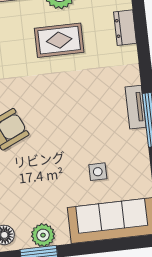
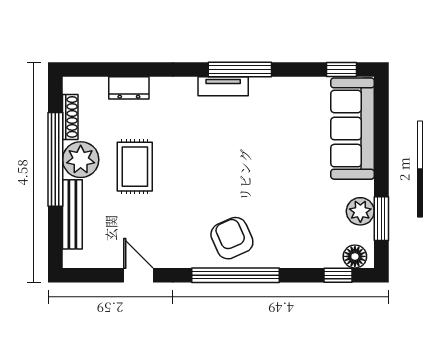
side table: (98, 172) -> (294, 139), removed

